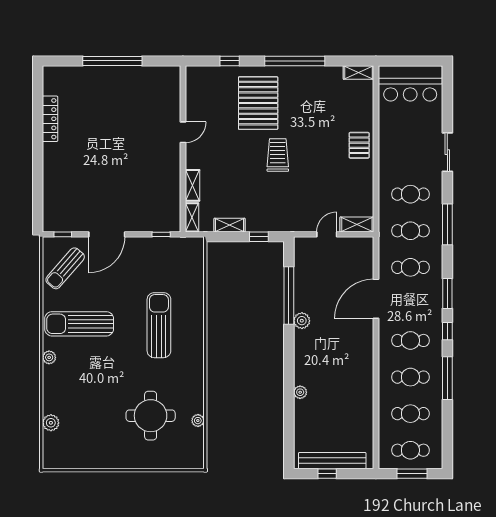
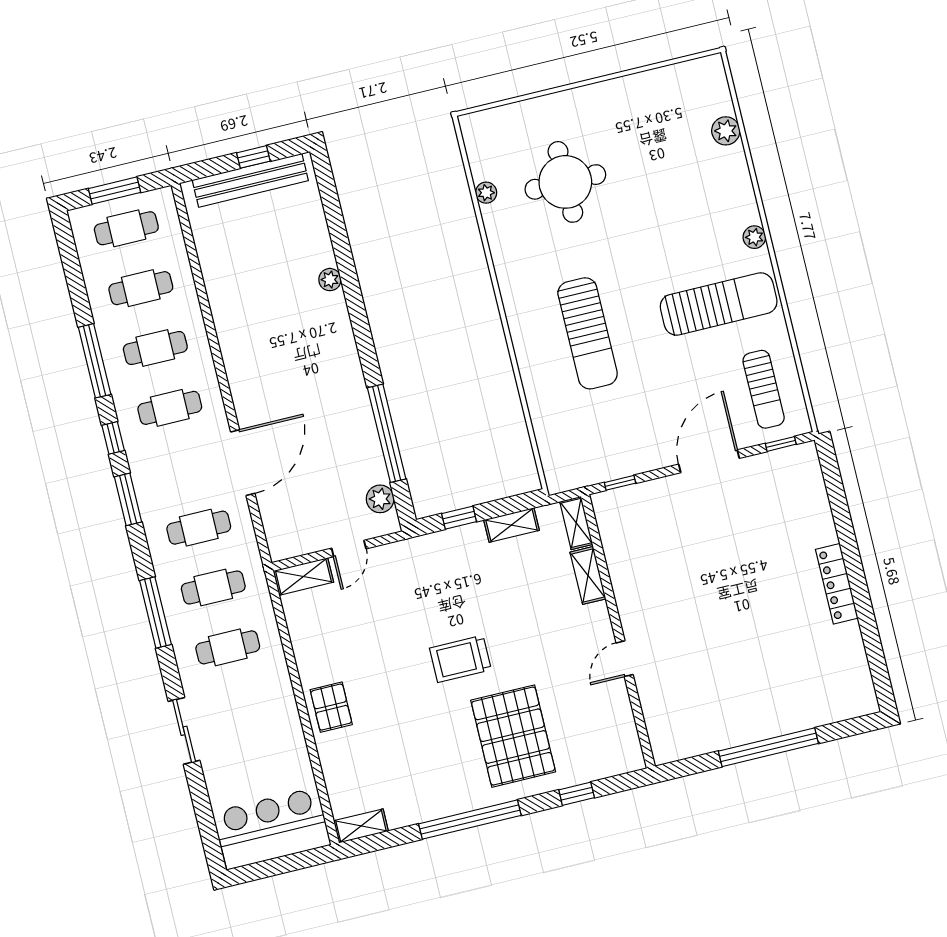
locker: (50, 119) -> (837, 584), moved
trolley: (278, 155) -> (460, 659), turned 90
sun lounger: (65, 268) -> (764, 389), turned 139
plant: (302, 321) -> (380, 499), moved

